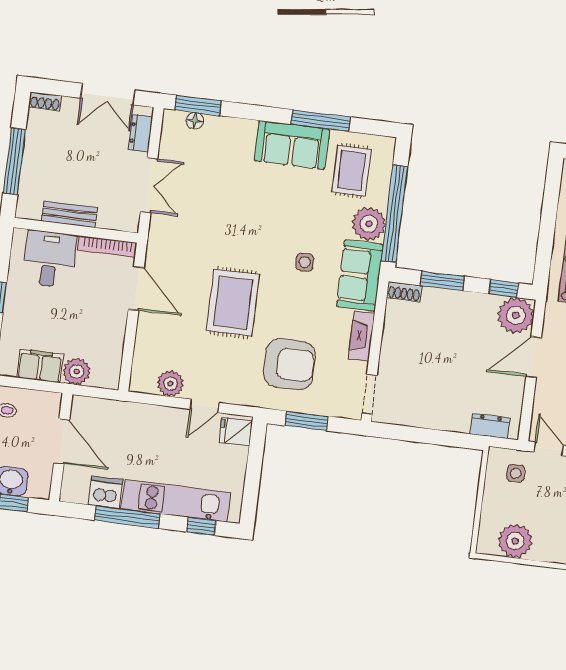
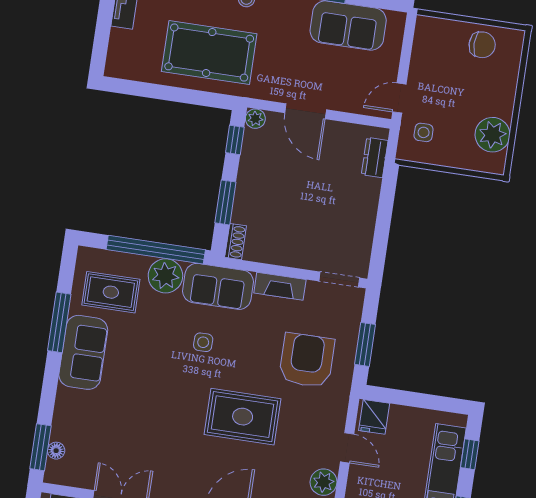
plant: (516, 315) -> (255, 119), width x0.53, depth x0.53

